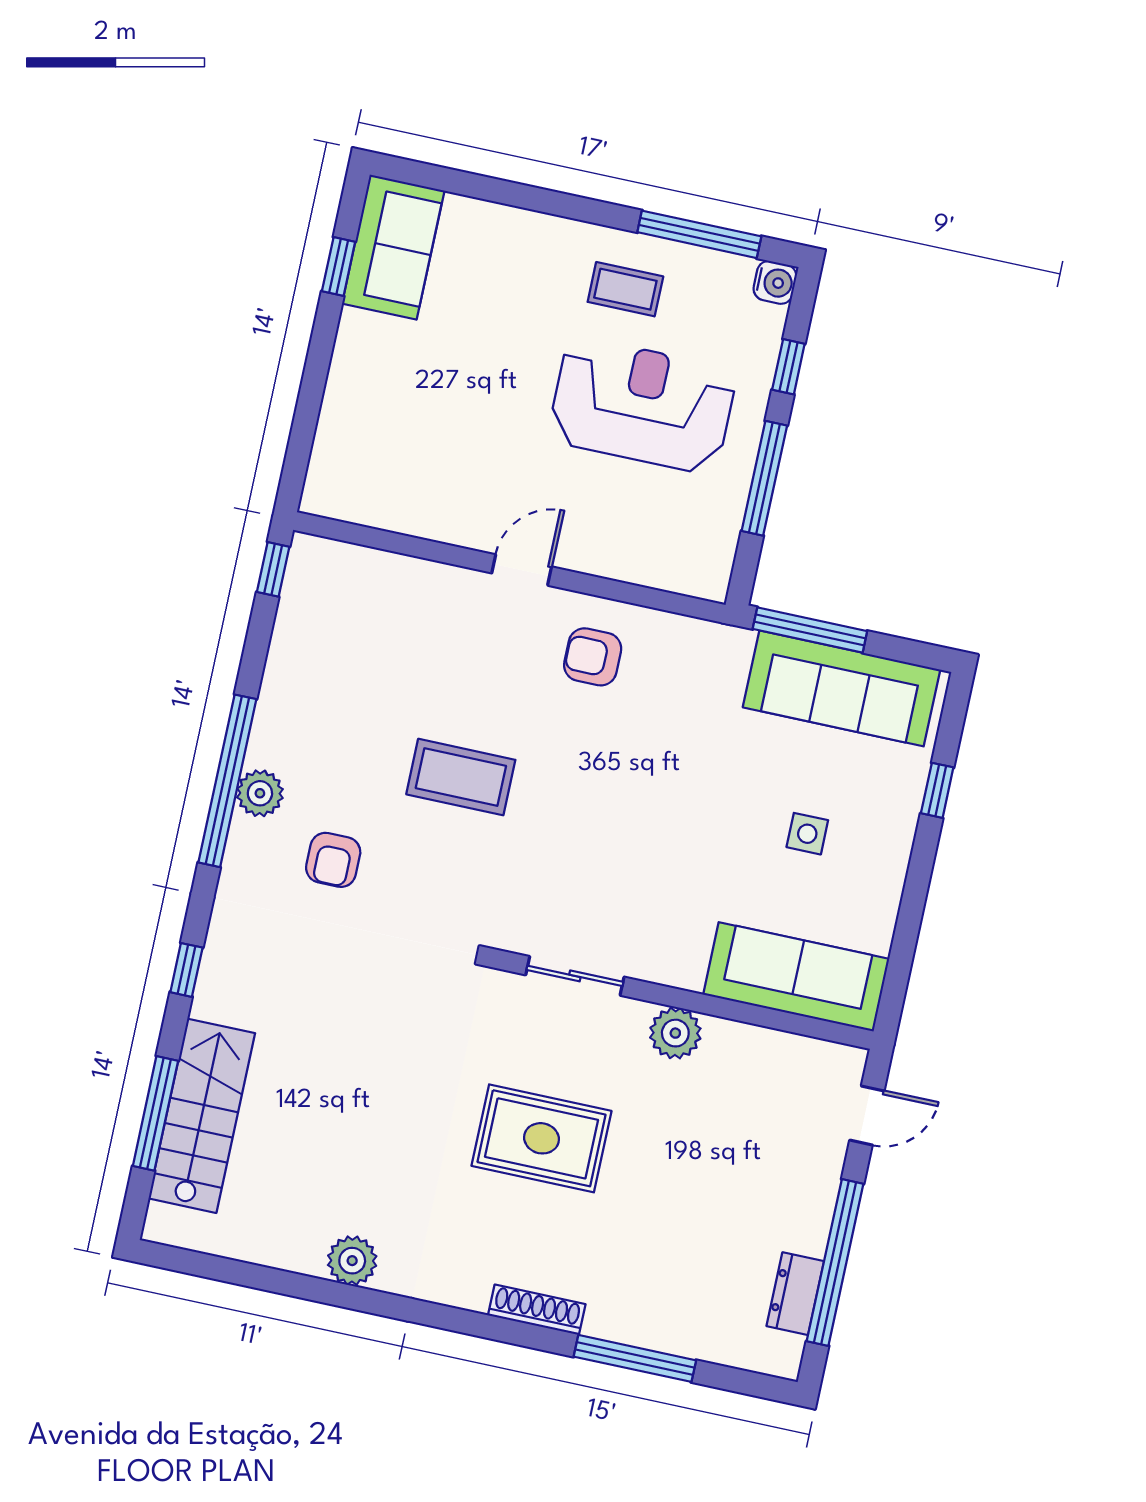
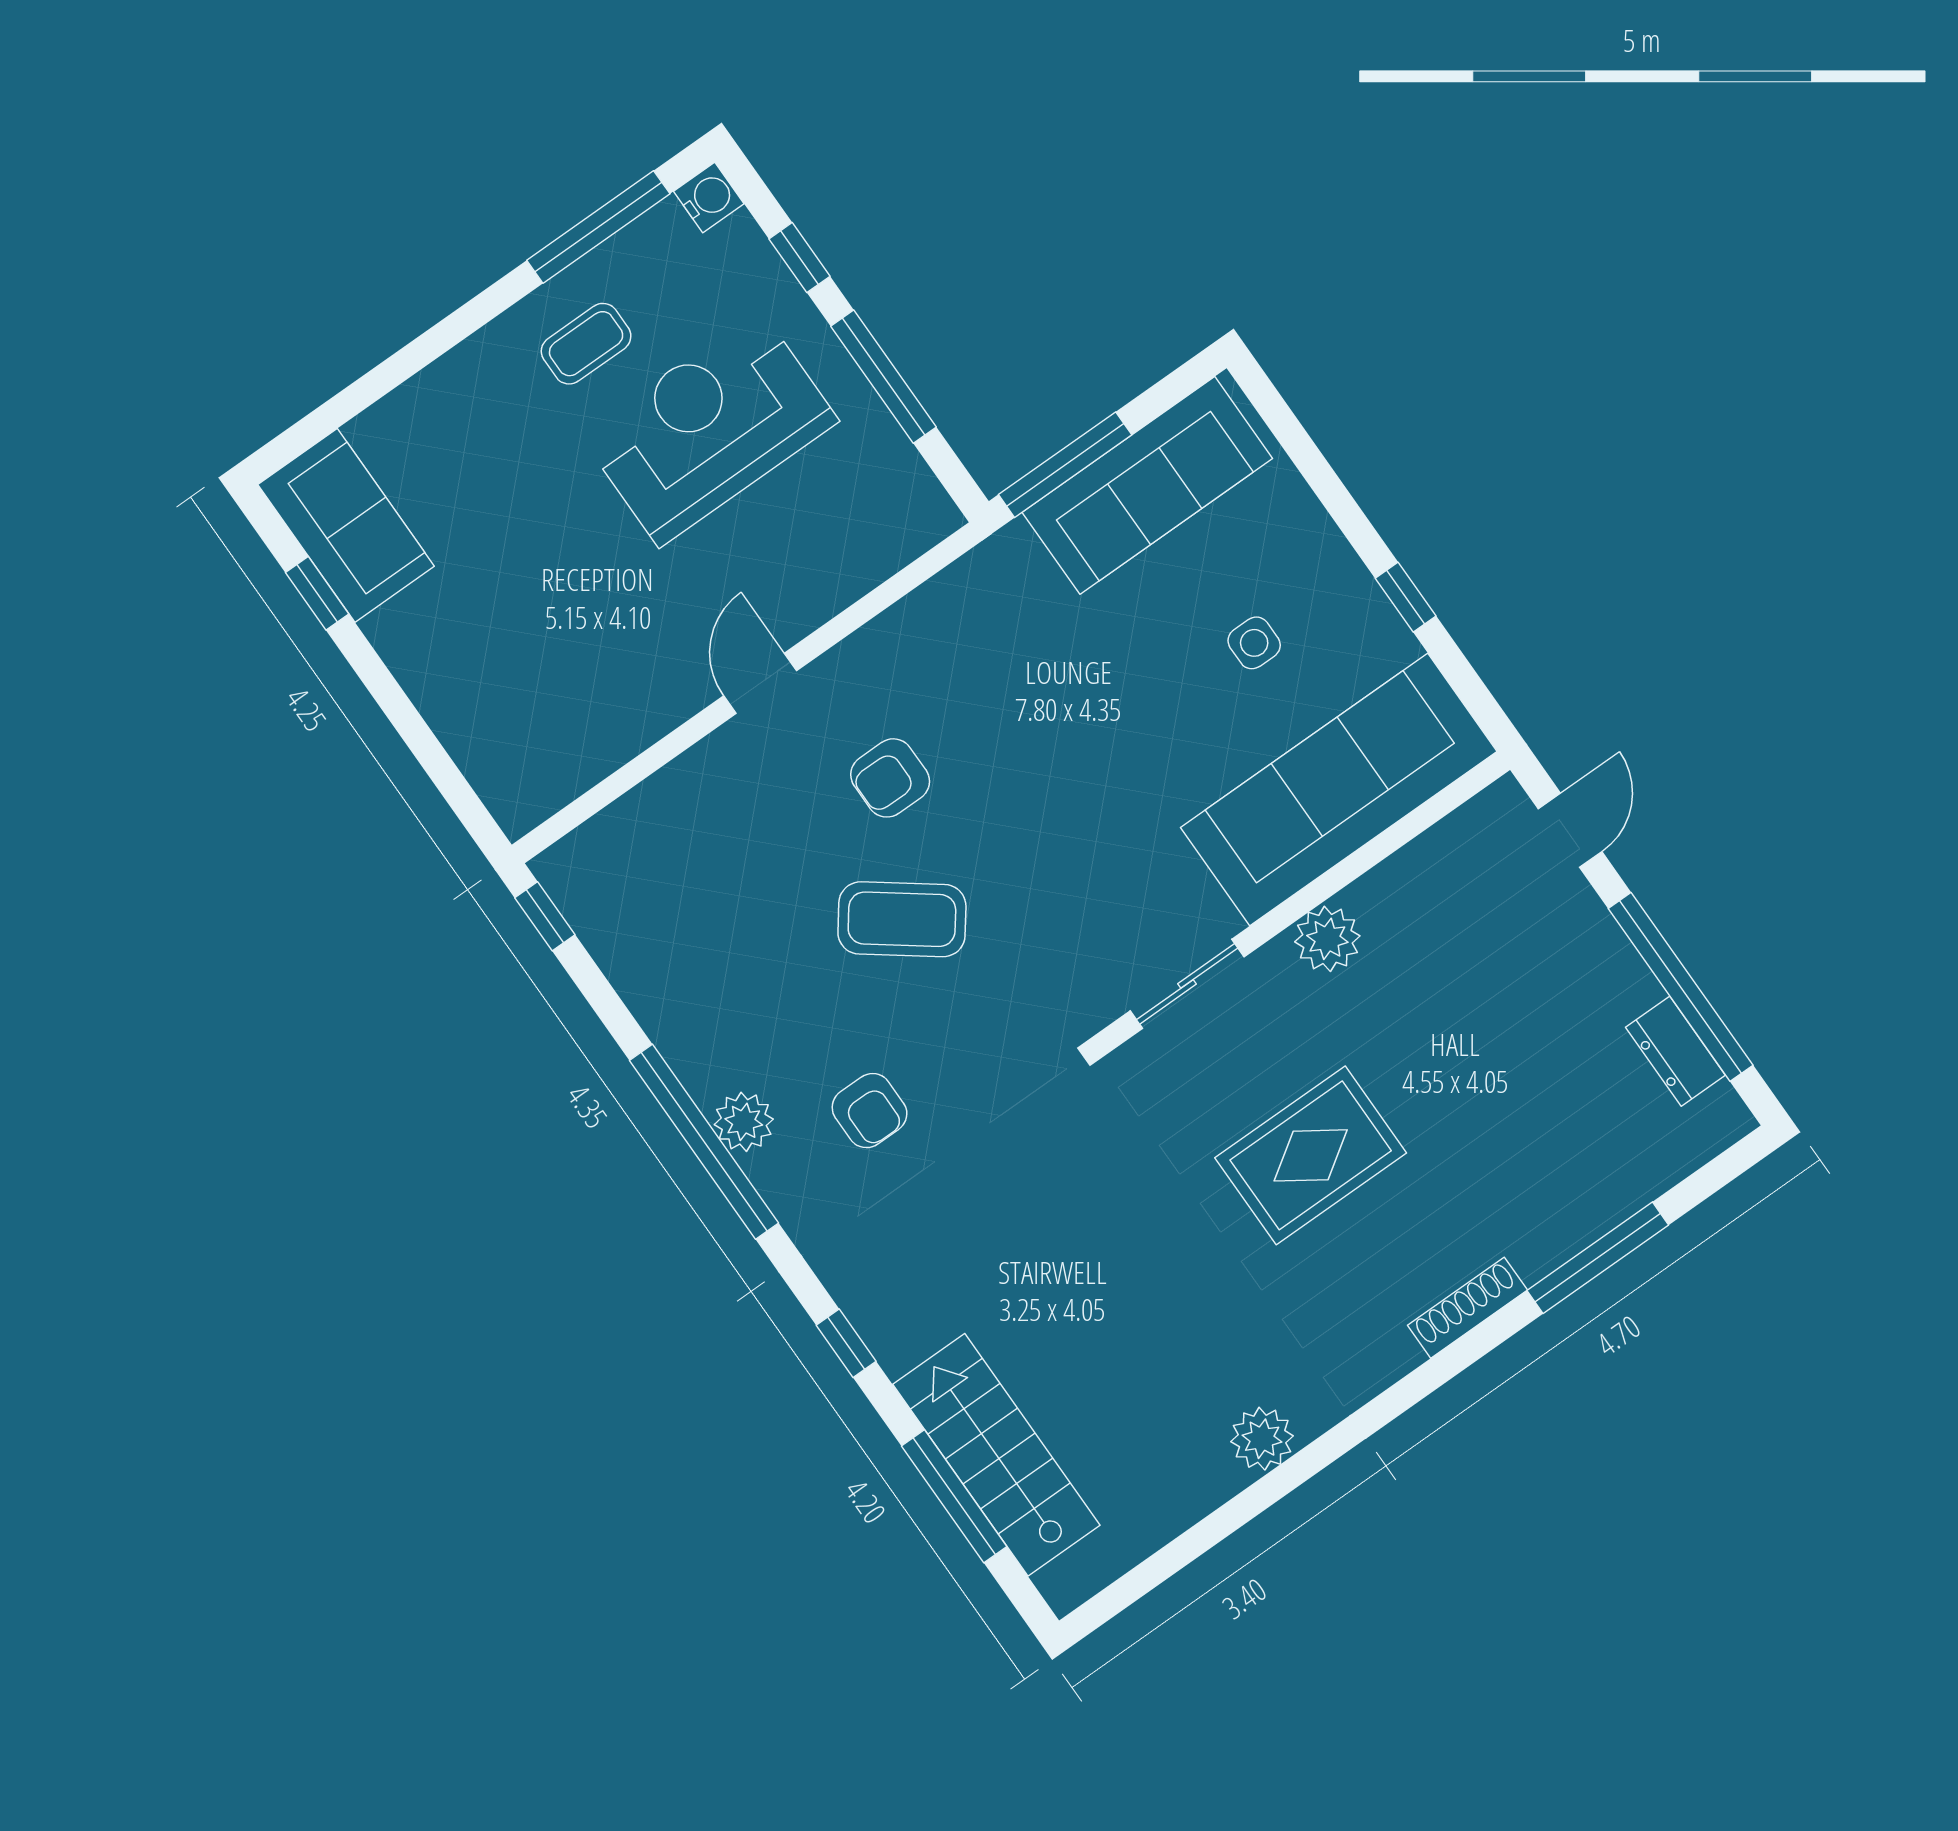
armchair: (593, 657) -> (890, 778), moved
coffee table: (461, 777) -> (902, 919), turned 37
window: (937, 790) -> (1406, 597), moved
sofa: (796, 977) -> (1339, 789), width x1.36, depth x1.27

